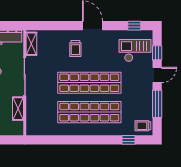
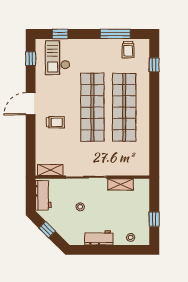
door: (157, 75) -> (84, 34), removed
trolley: (143, 126) -> (128, 50), moved

